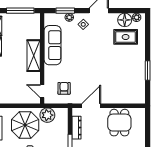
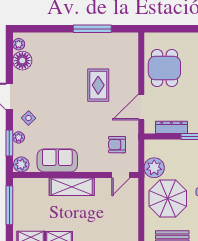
plant: (50, 19) -> (21, 164), added
rug: (126, 37) -> (98, 85), moved
sofa: (53, 45) -> (57, 160), width x0.73
window: (148, 70) -> (92, 29), width x1.44
door: (91, 106) -> (141, 107), hinge flipped
dining table: (119, 123) -> (164, 68), turned 90

